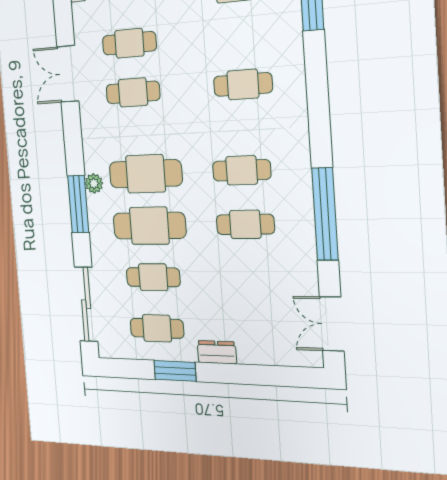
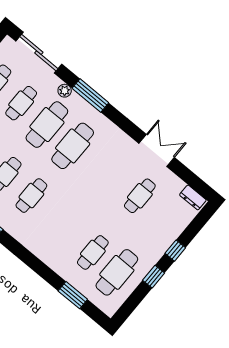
cafe table: (243, 84) -> (93, 252), moved
cafe table: (133, 92) -> (116, 176), removed
plant: (94, 183) -> (65, 91), moved

